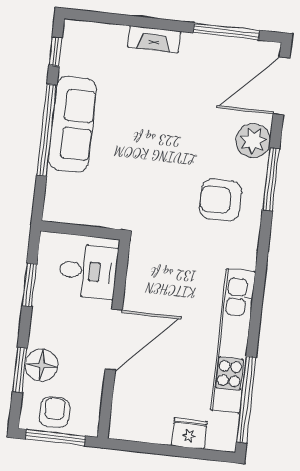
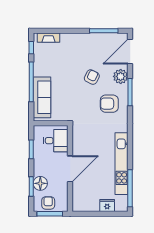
fireplace: (154, 39) -> (49, 38), moved
sofa: (73, 124) -> (42, 97), moved
armchair: (187, 135) -> (92, 77), added

